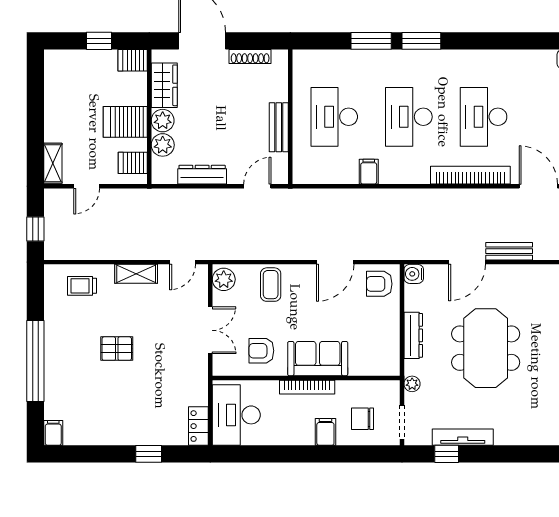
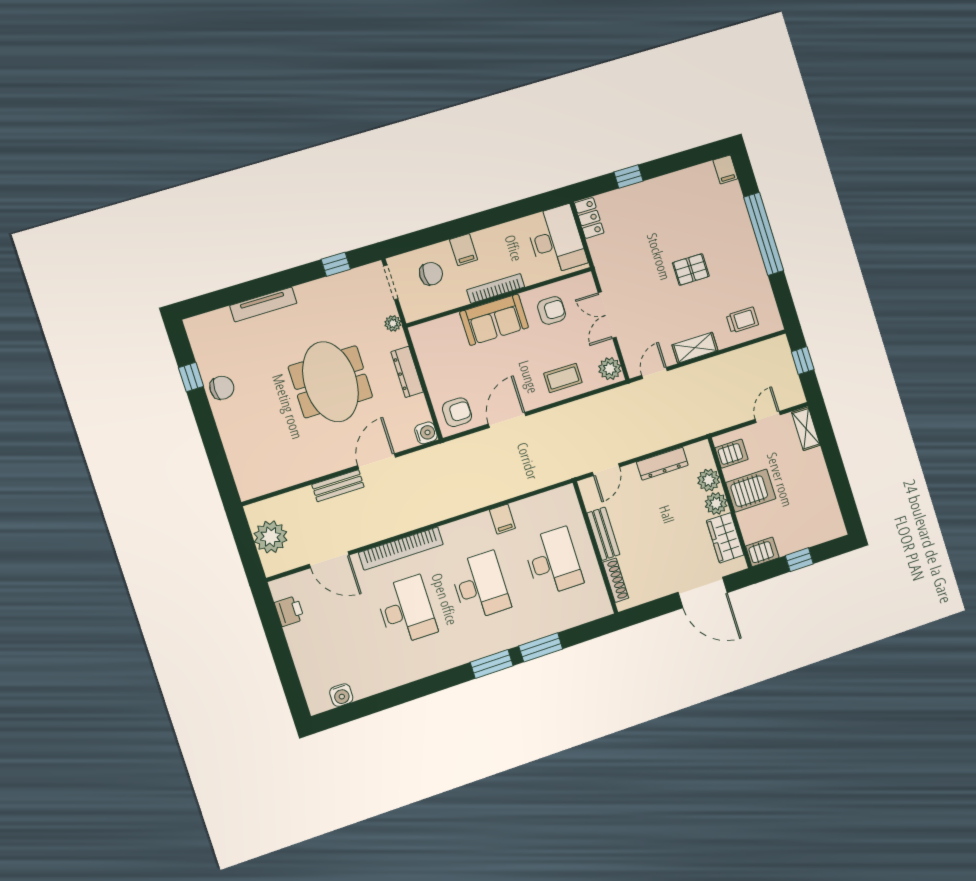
shoe rack: (250, 56) -> (616, 580), moved, turned 90
coffee table: (271, 285) -> (563, 378), turned 90
tv unit: (463, 437) -> (263, 304), moved

